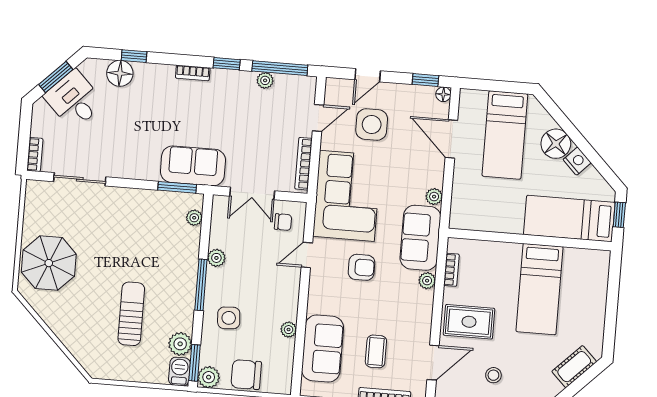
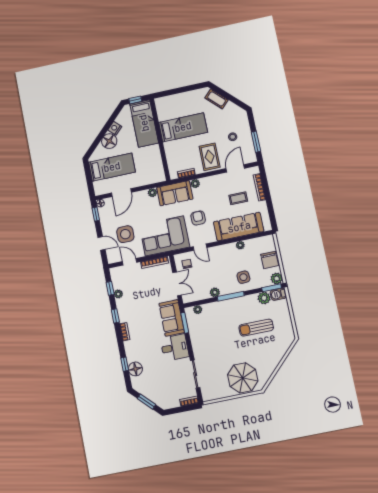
window: (280, 68) -> (110, 288), width x0.46
desk: (74, 100) -> (175, 348), moved, turned -135
sofa: (323, 349) -> (239, 227), width x1.36
door: (433, 363) -> (235, 168), hinge flipped

